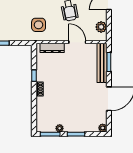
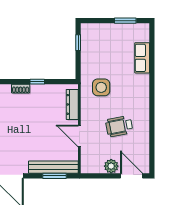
plant: (101, 27) -> (111, 166), moved
door: (77, 42) -> (79, 136), swing flipped

